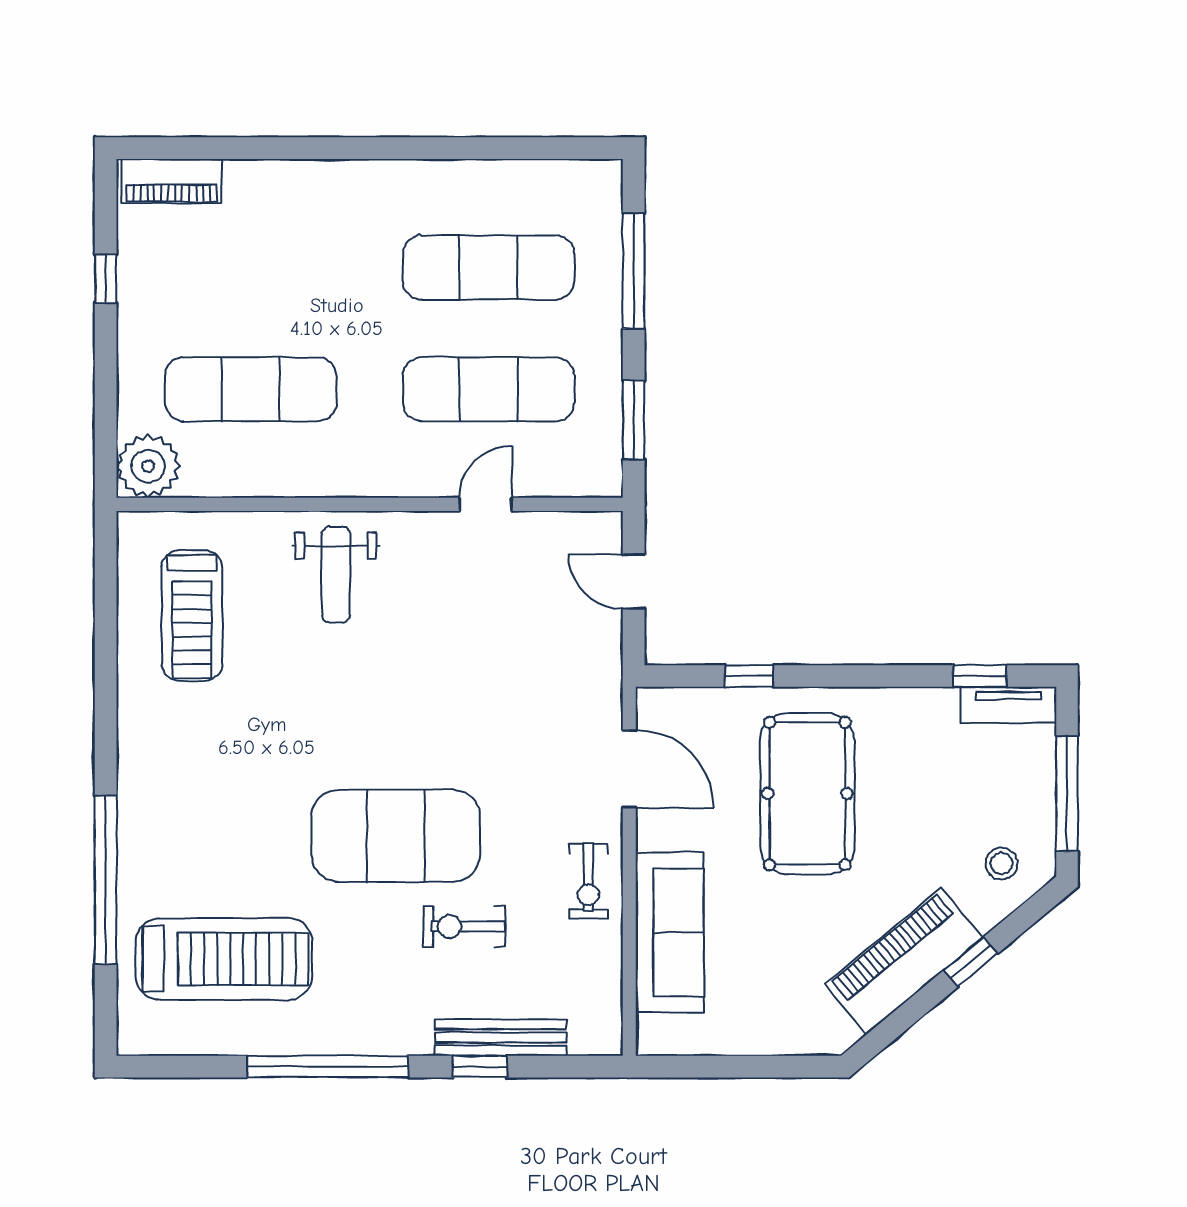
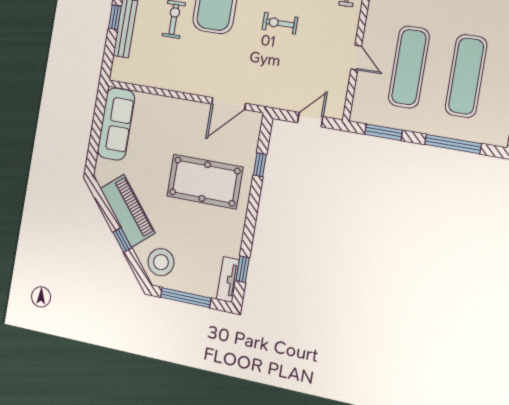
stool: (1001, 863) -> (161, 262), width x1.89, depth x1.89
exercise bike: (588, 881) -> (280, 23), moved
sofa: (670, 932) -> (116, 124), moved, turned -90

